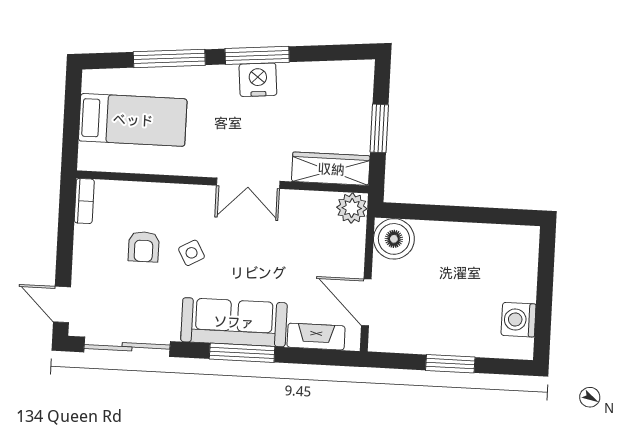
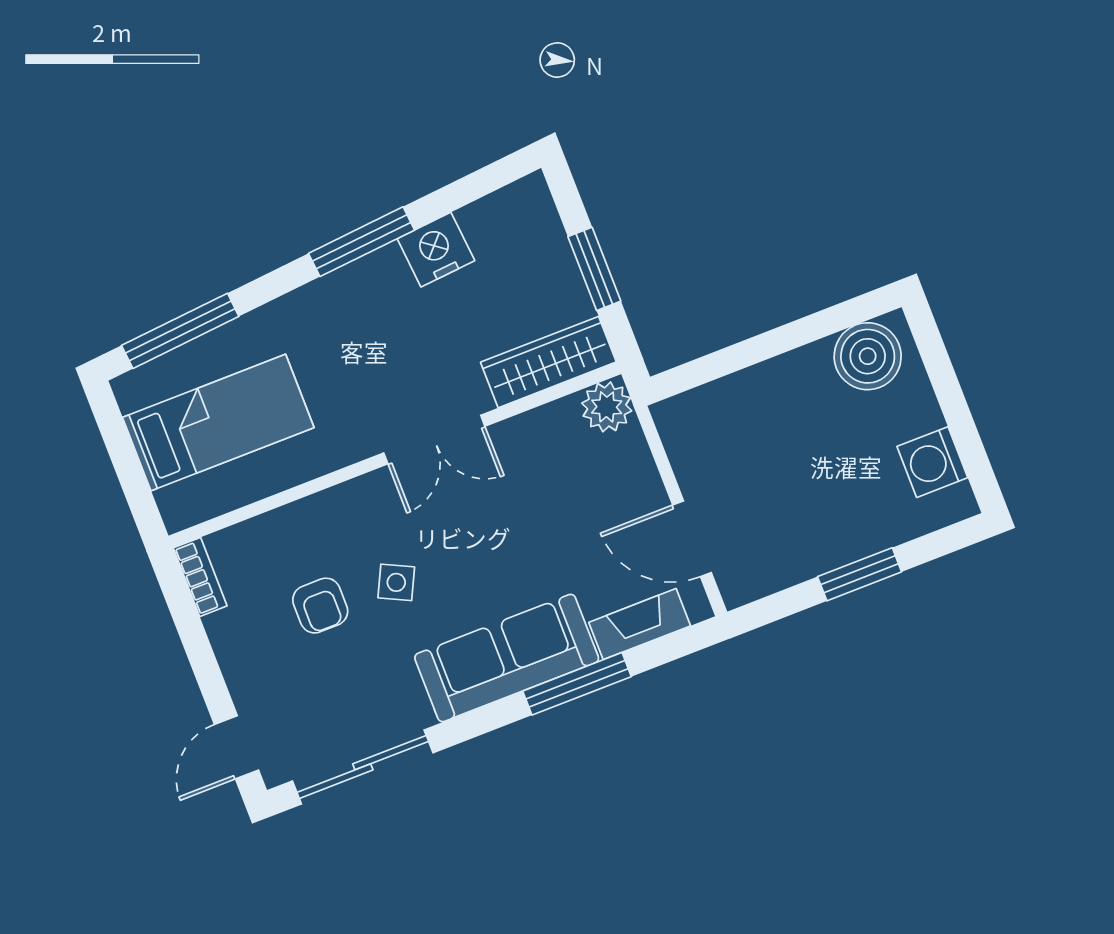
window: (169, 58) -> (180, 331), moved
nightstand: (258, 80) -> (436, 250), moved
boiler: (394, 239) -> (868, 356), moved
side table: (192, 253) -> (396, 582), turned -35
door: (62, 304) -> (236, 747), hinge flipped
window: (242, 353) -> (577, 684), moved

